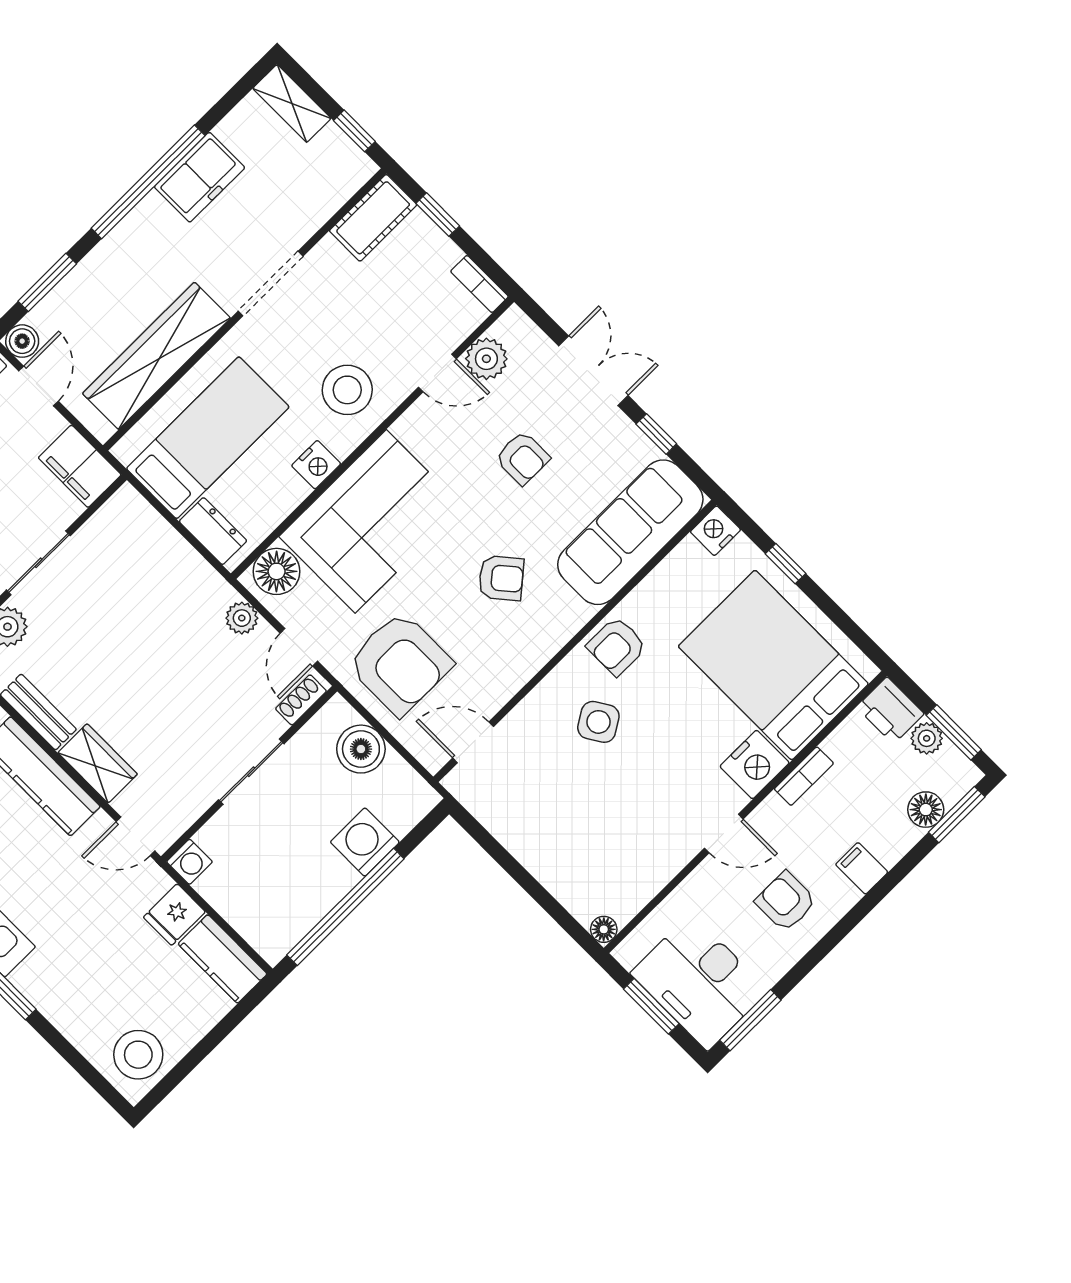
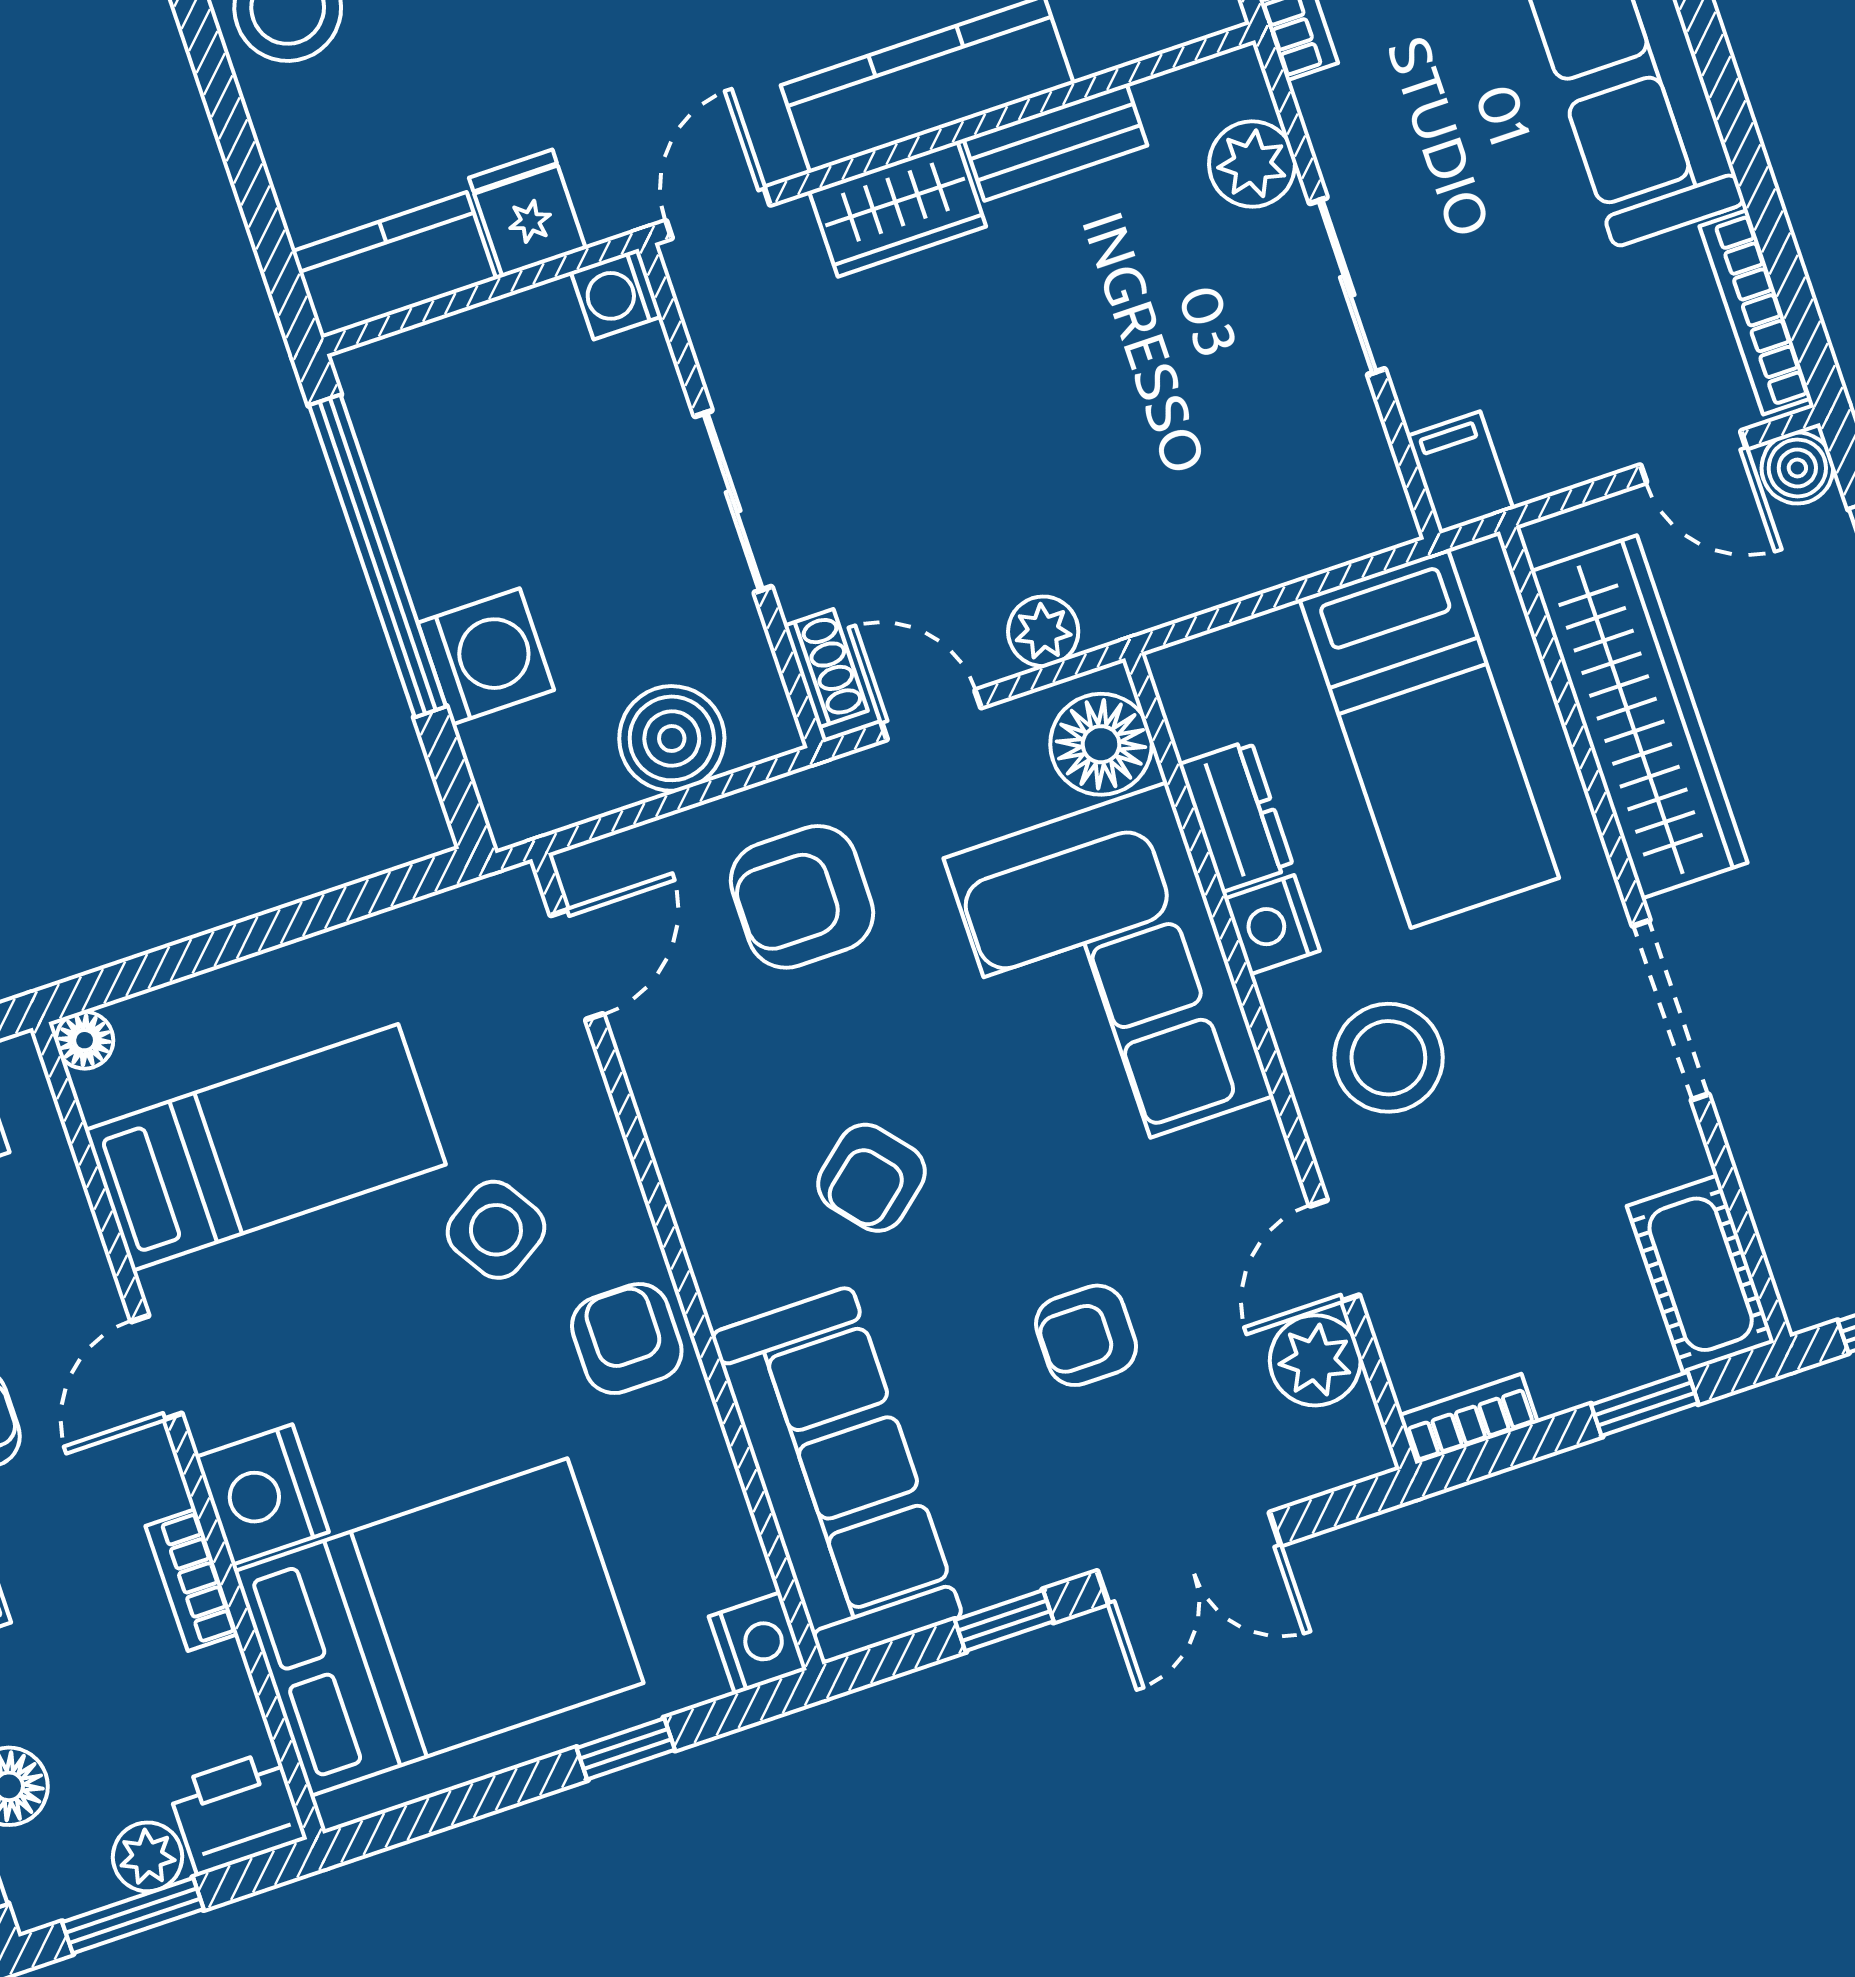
filing cabinet: (80, 466) -> (1460, 473), width x0.50
dresser: (213, 531) -> (1236, 816), moved, turned -90
armchair: (400, 663) -> (802, 897), width x0.73, depth x0.73
bed: (611, 833) -> (265, 1147), added

